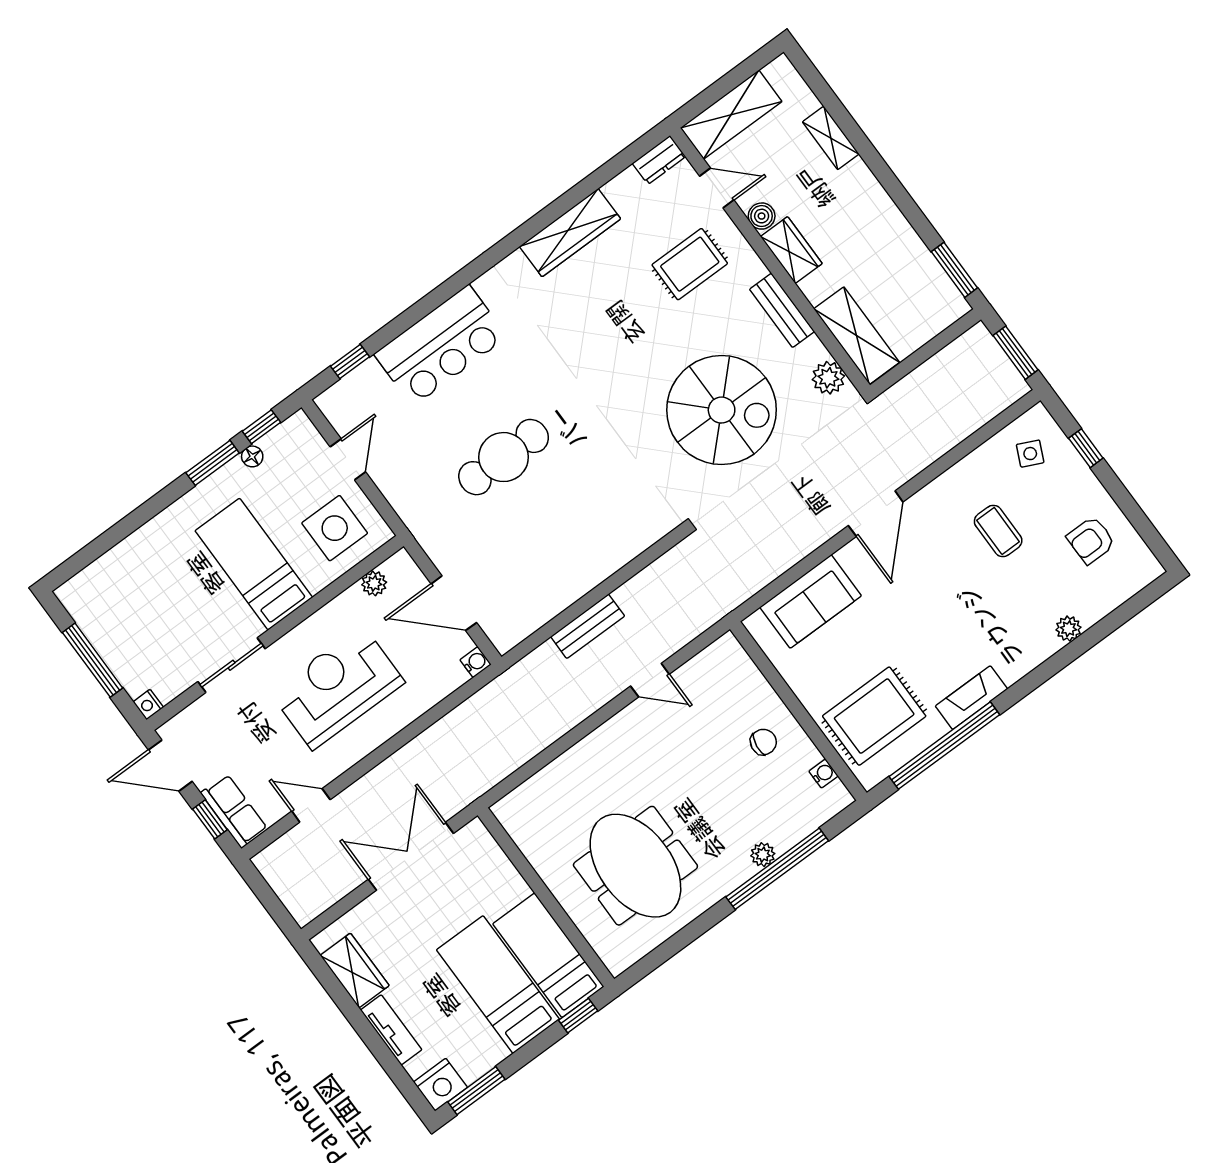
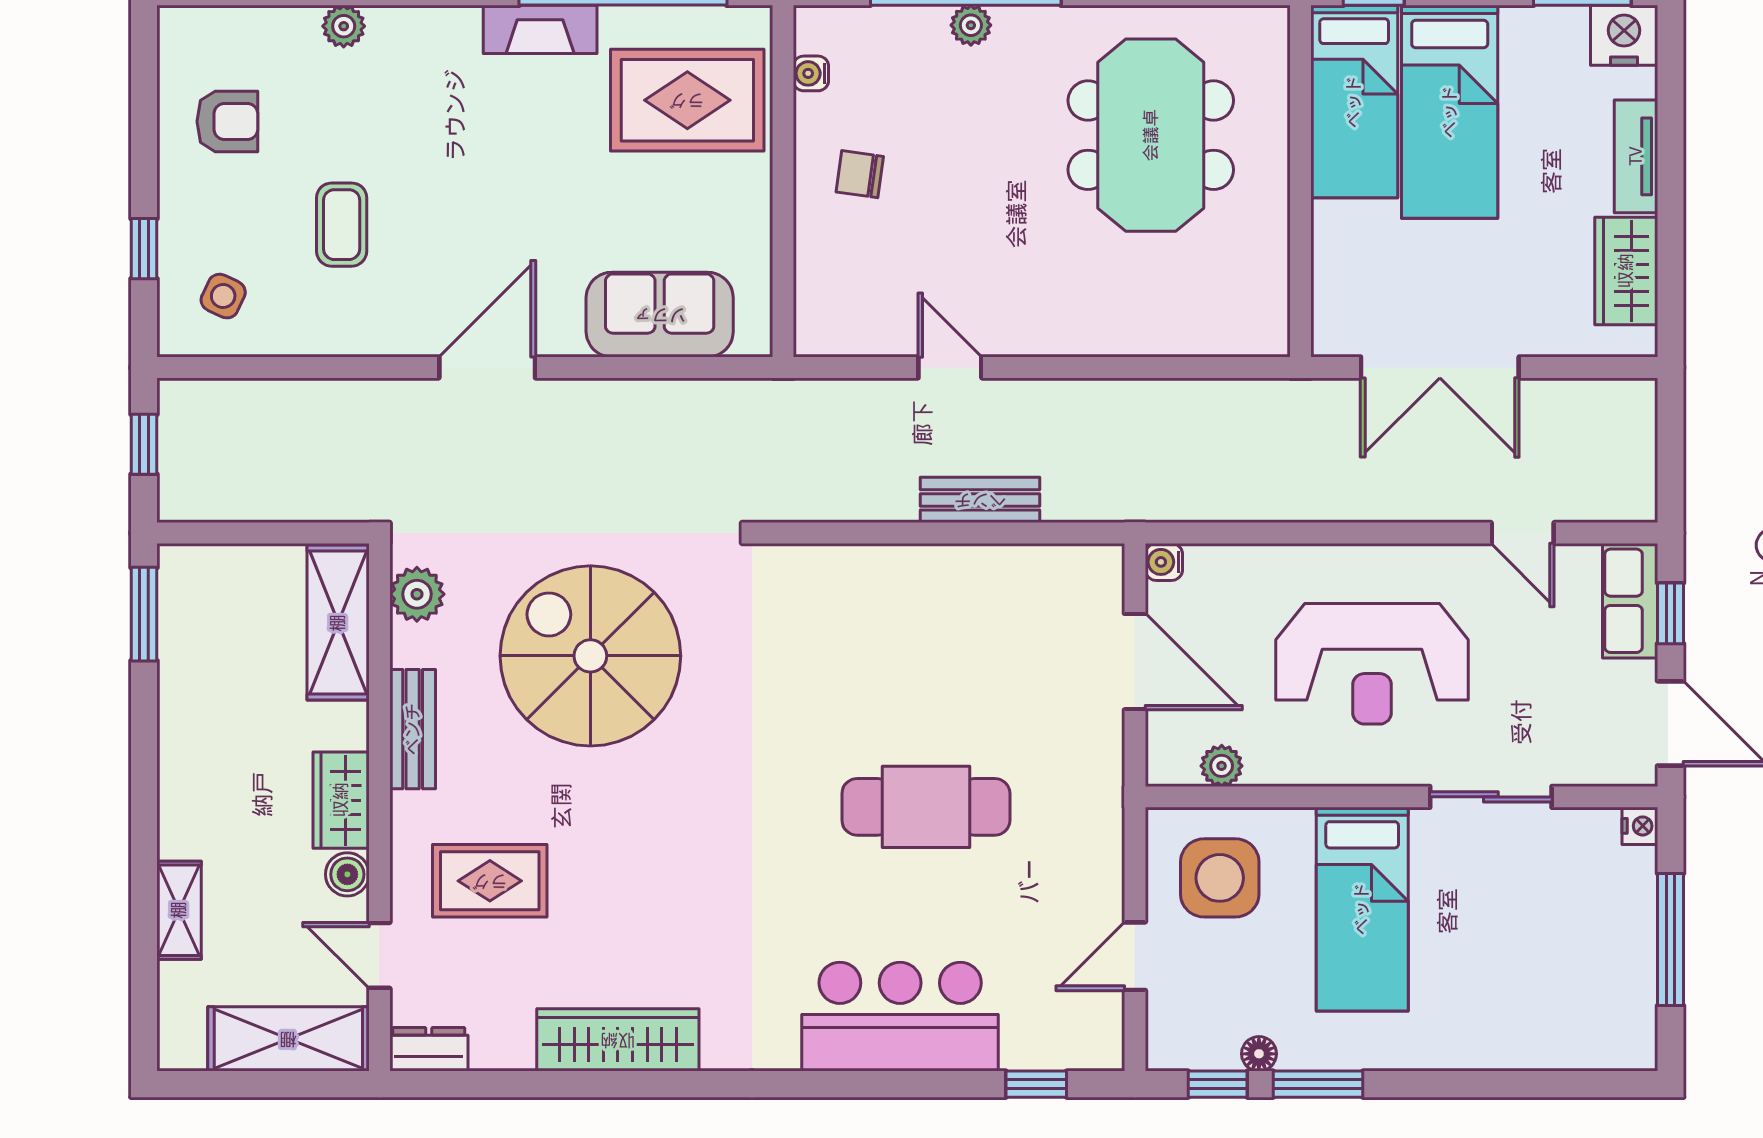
window: (1015, 353) -> (144, 444), width x0.67

